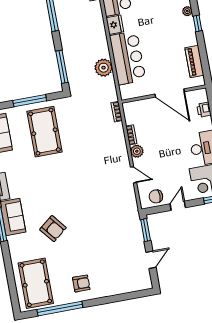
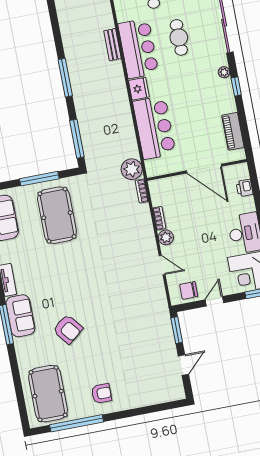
plant: (104, 68) -> (132, 169), moved

